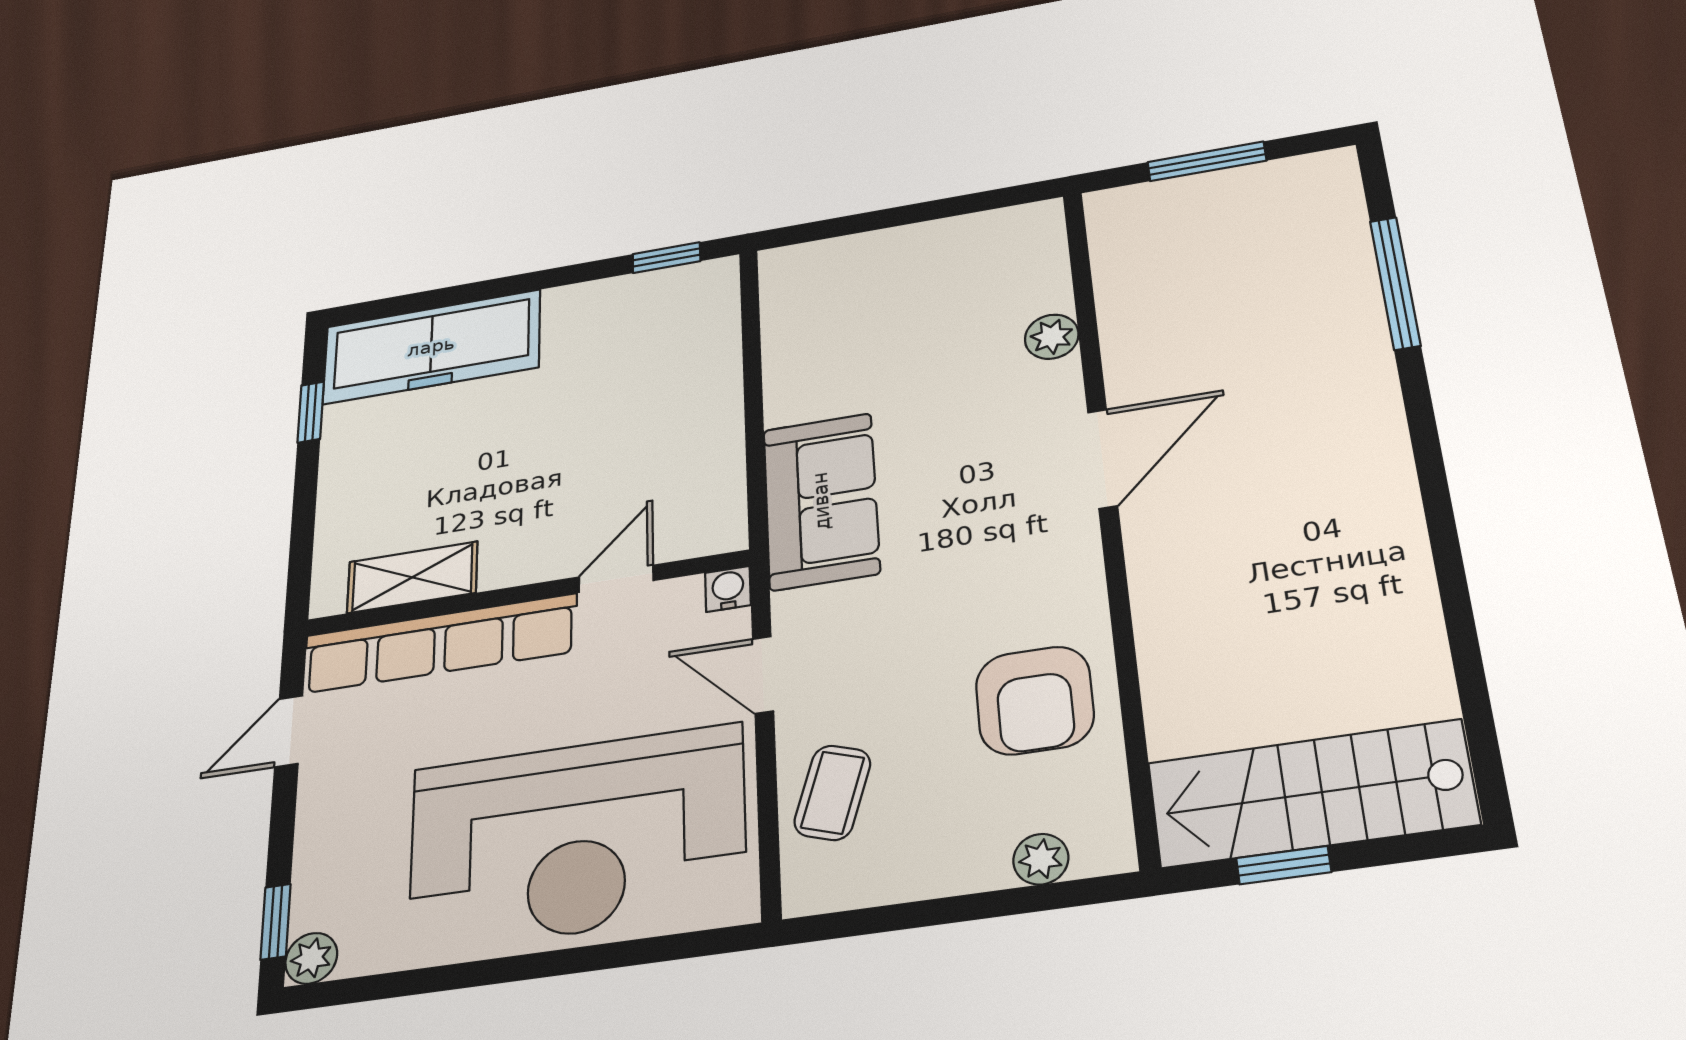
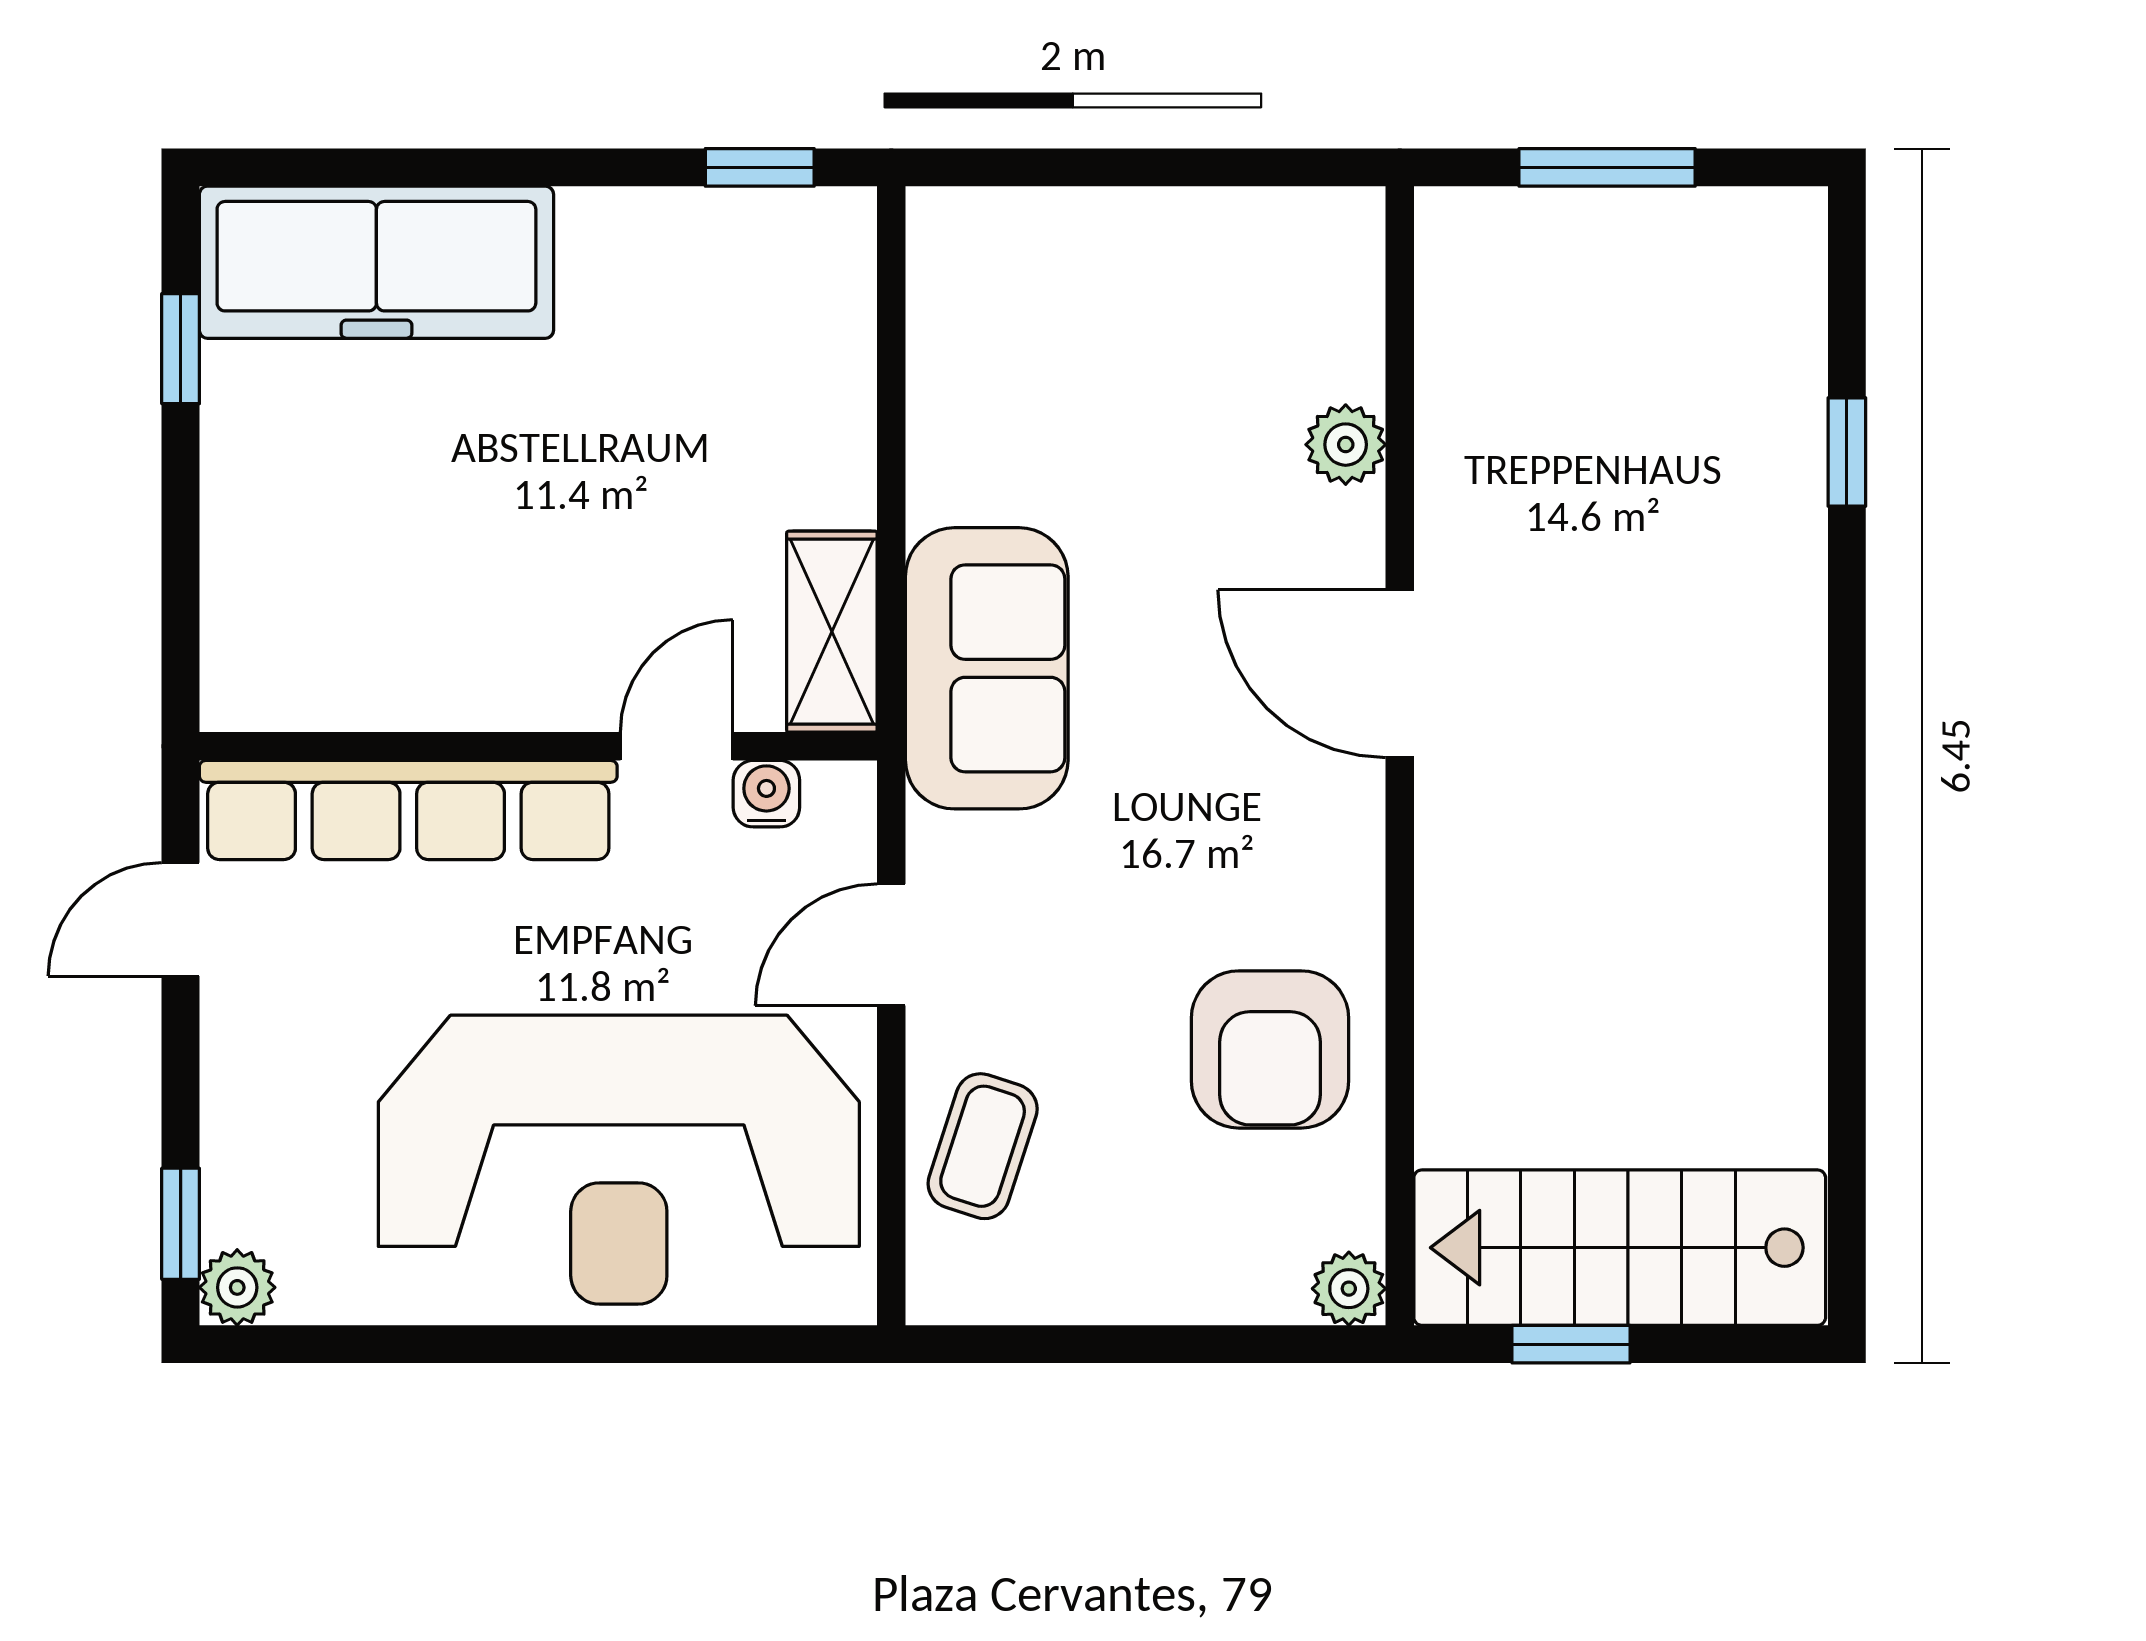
window: (1395, 283) -> (1847, 452), width x0.46
door: (1103, 459) -> (1400, 674), swing flipped
shelving: (412, 577) -> (832, 632), moved, turned 90
water cooler: (728, 589) -> (766, 794), moved
door: (763, 675) -> (891, 945), hinge flipped
plant: (1041, 859) -> (1349, 1289), moved

